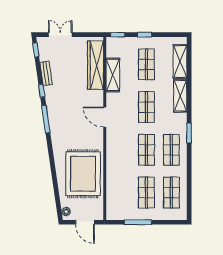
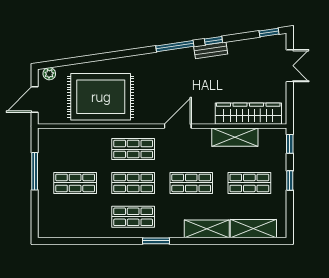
bench: (46, 73) -> (211, 50), moved
shop shelf: (171, 193) -> (133, 149), moved

